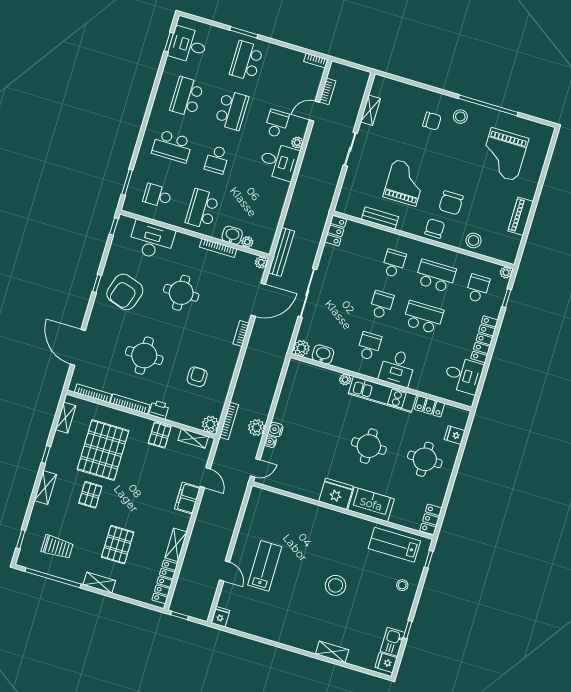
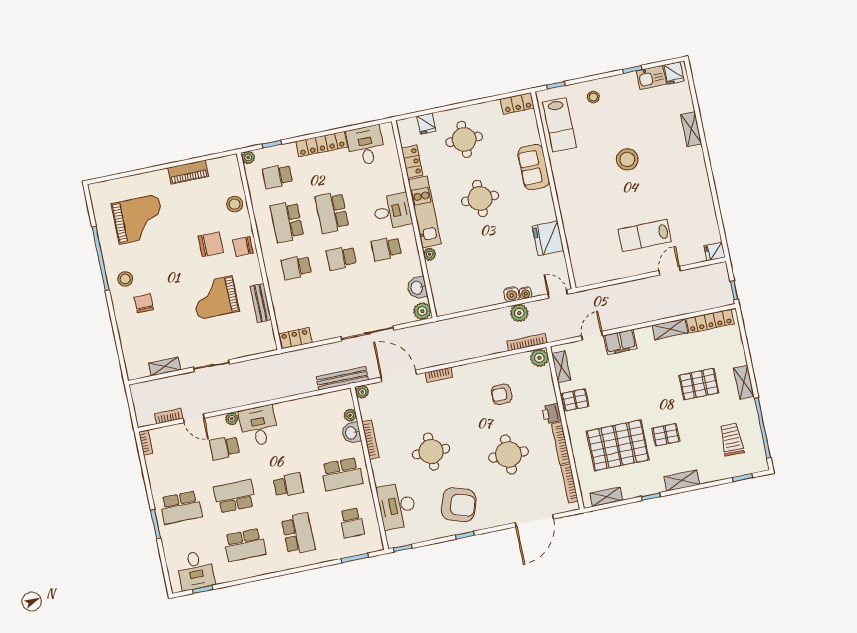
fridge: (336, 494) -> (548, 239), moved

